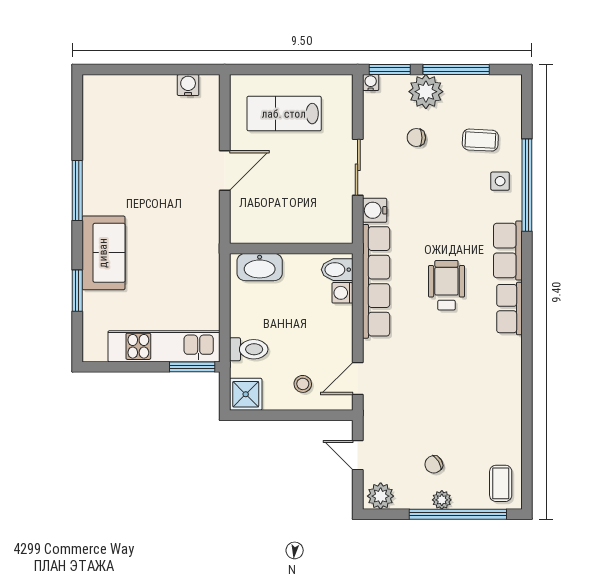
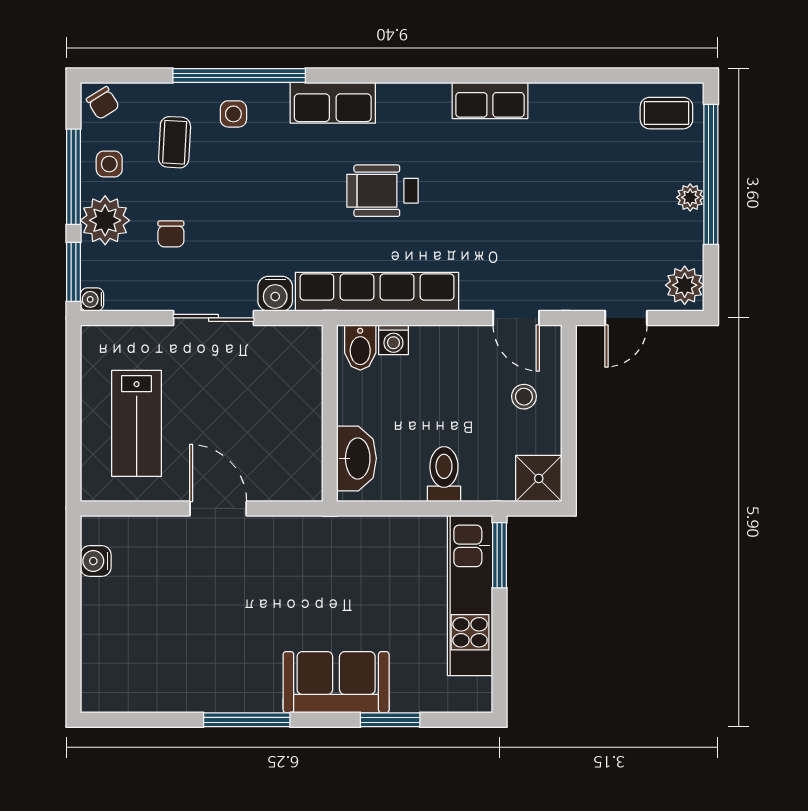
side table: (465, 94) -> (109, 164), added
row of seats: (509, 309) -> (490, 101), moved
toilet: (249, 349) -> (444, 474), moved
chair: (434, 464) -> (103, 103), moved

